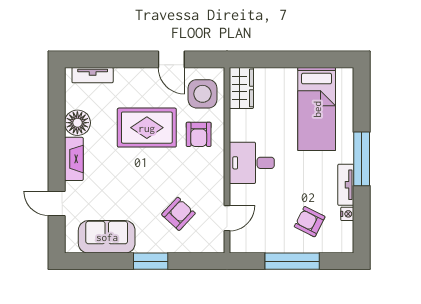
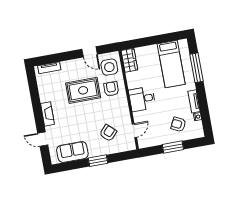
floor lamp: (77, 123) -> (46, 94), removed
armchair: (199, 134) -> (111, 89), turned 180
window: (362, 159) -> (197, 68), moved
window: (292, 261) -> (173, 147), width x0.69

